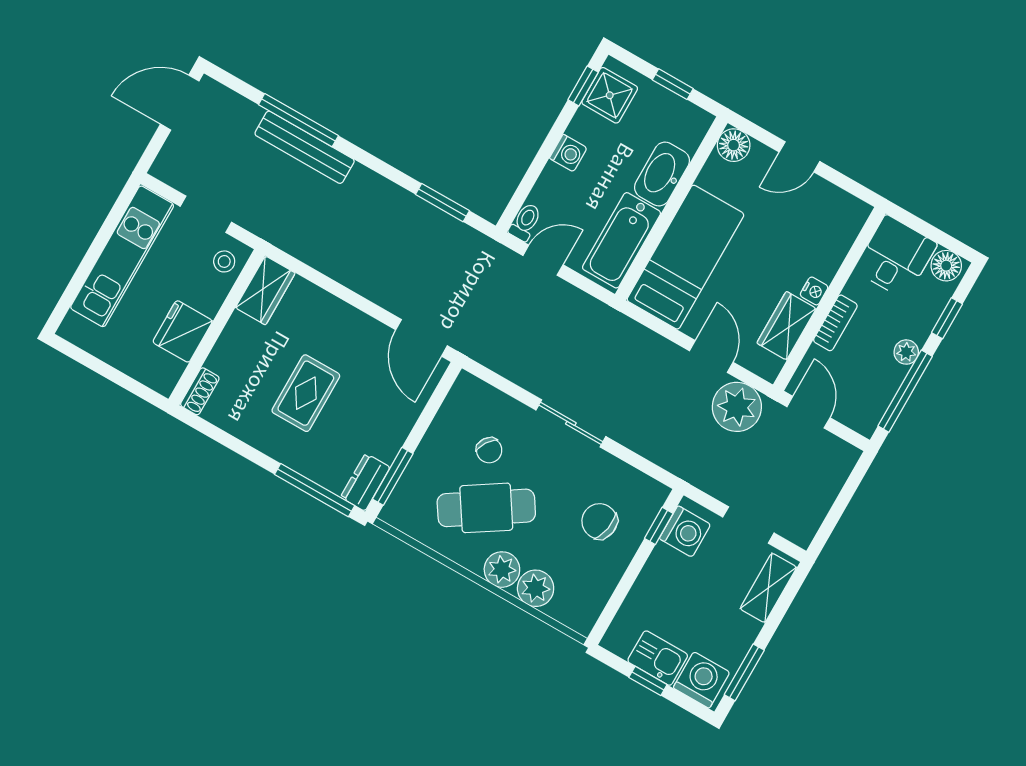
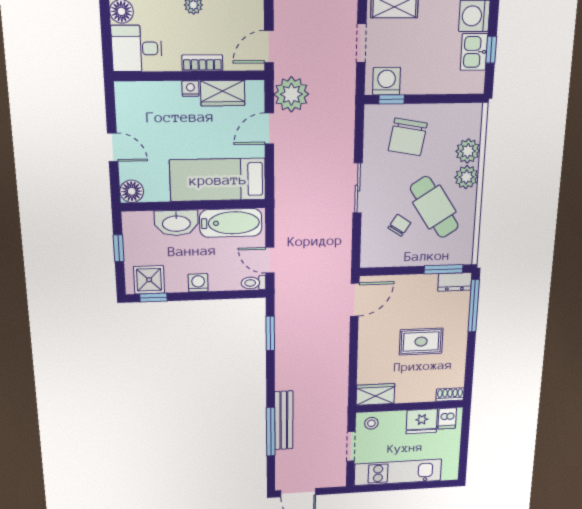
dishwasher: (165, 369) -> (447, 418), added
chair: (599, 521) -> (408, 137), width x1.37, depth x1.37

